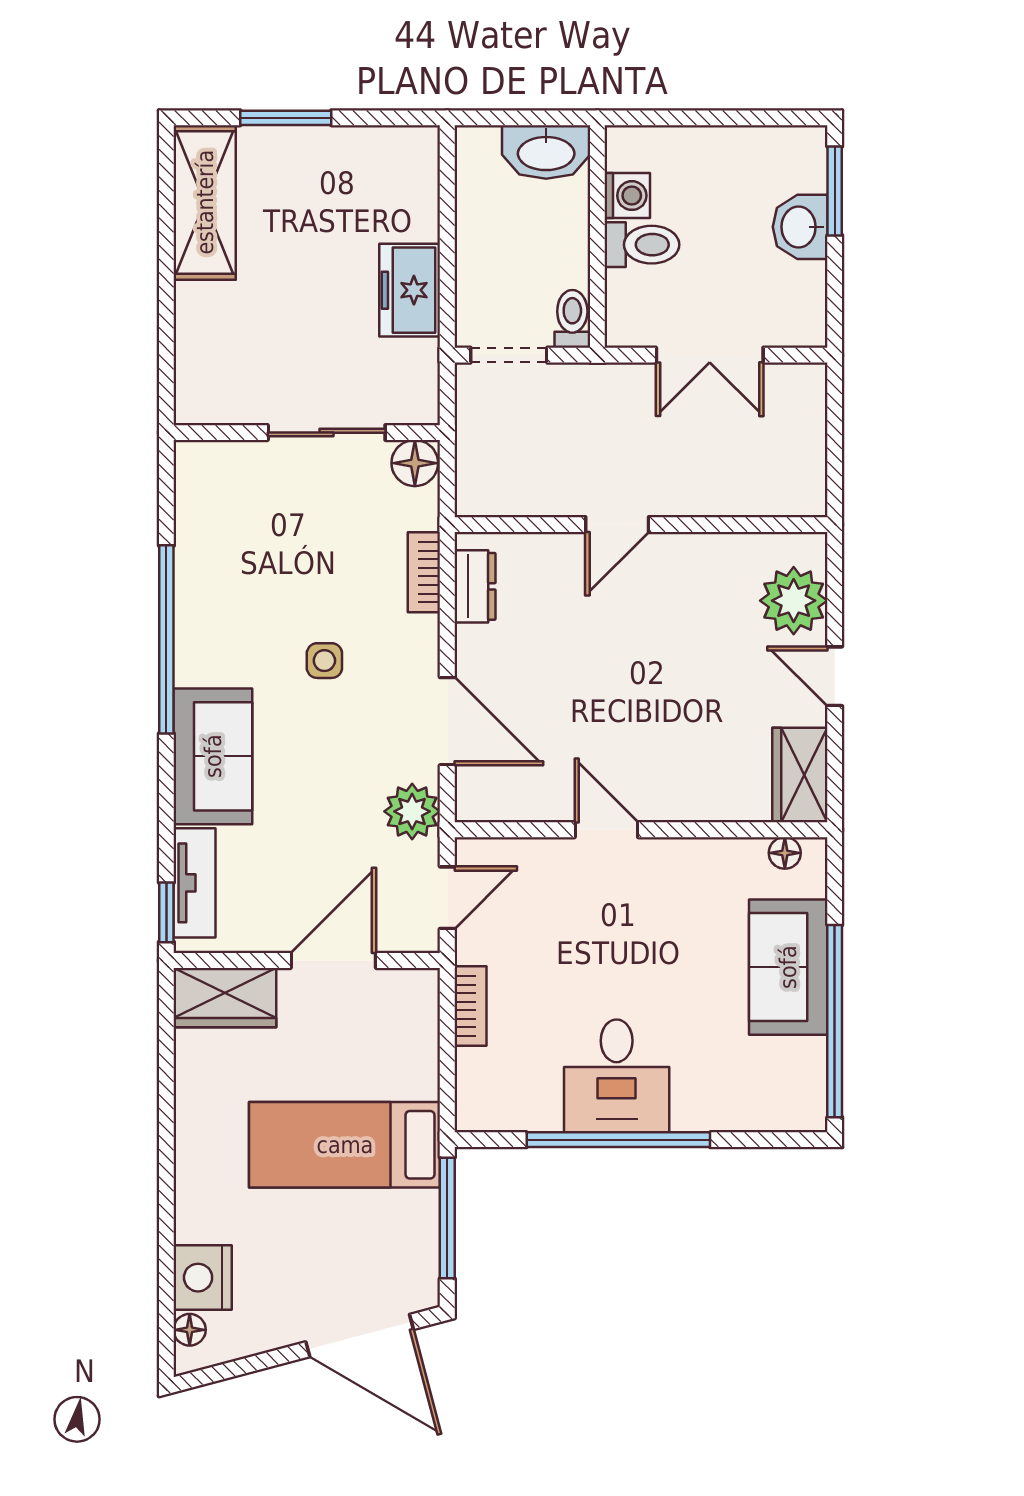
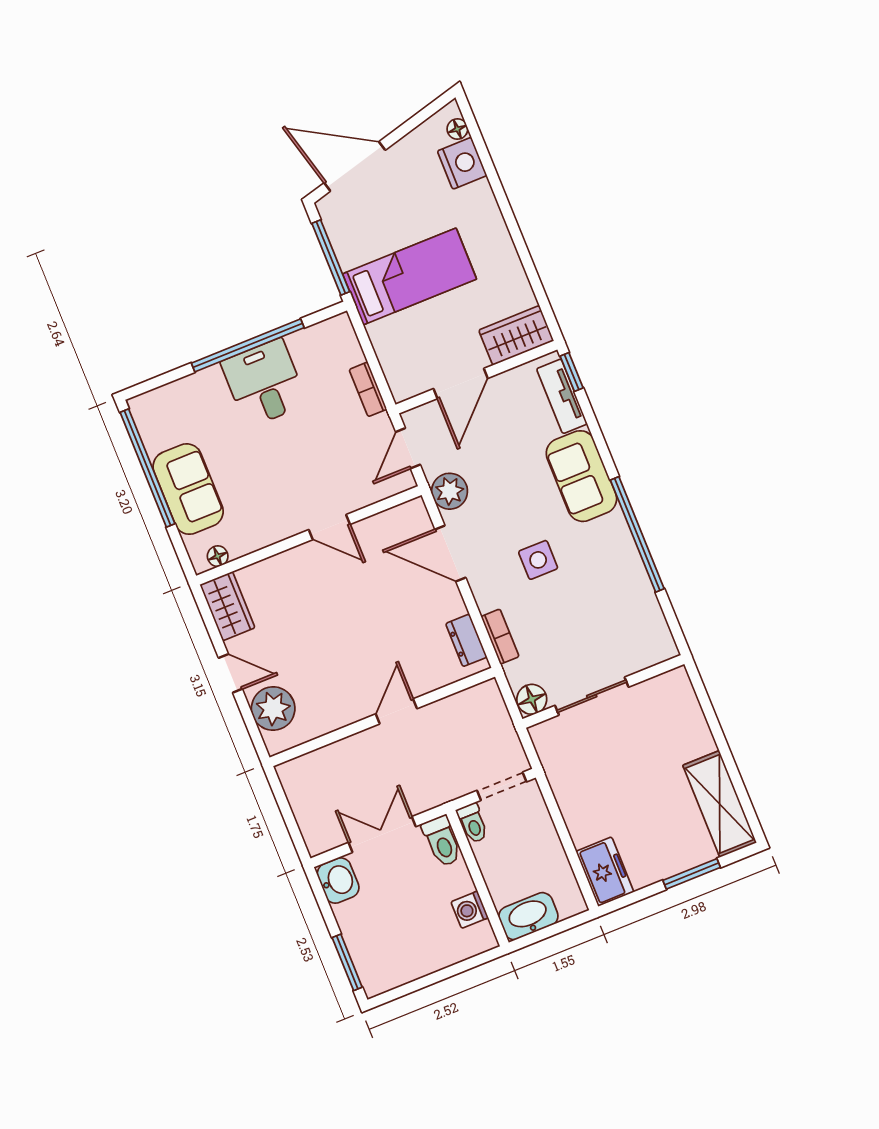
washbasin: (800, 227) -> (338, 881), moved
toilet: (642, 245) -> (442, 841), moved, turned -90
freezer: (410, 290) -> (605, 872), moved
side table: (324, 661) -> (538, 560), width x1.37, depth x1.37

